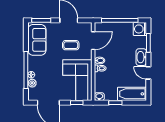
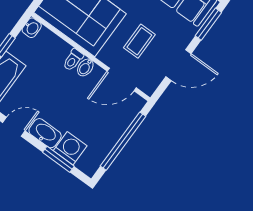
washing machine: (140, 29) -> (70, 148), moved
door: (93, 41) -> (122, 79), hinge flipped

